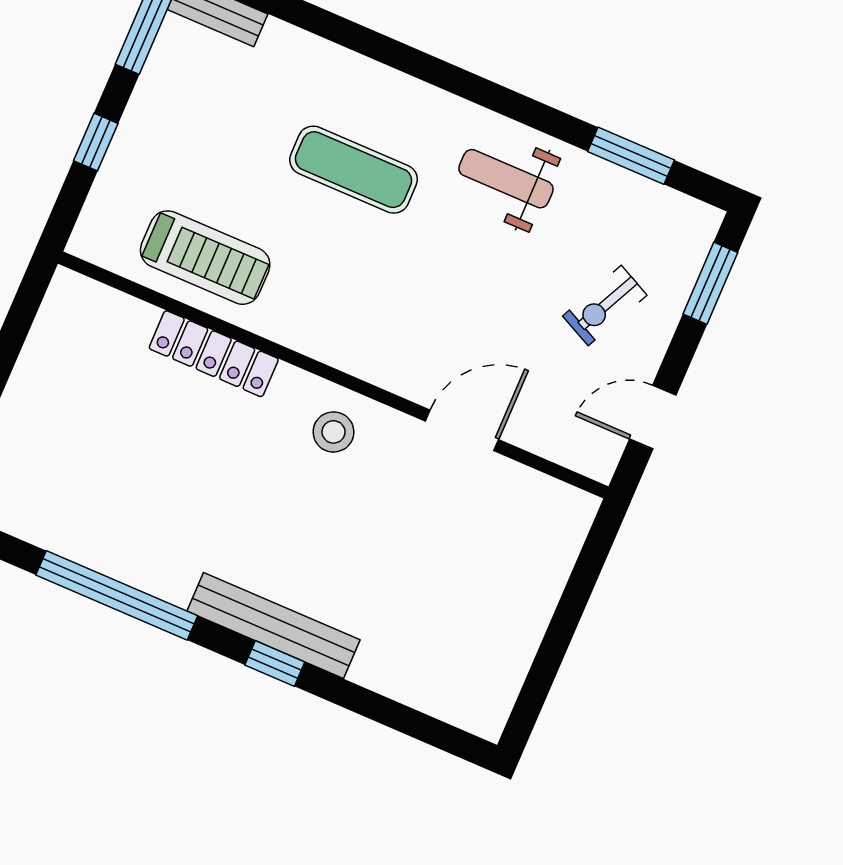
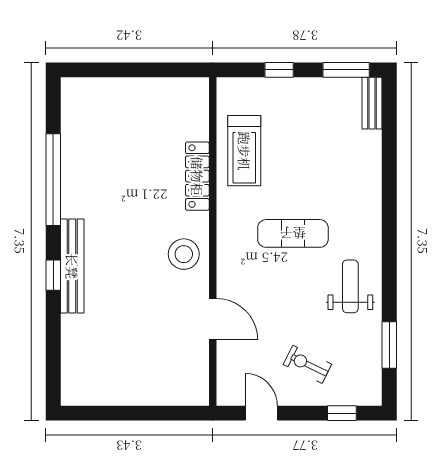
exercise mat: (354, 170) -> (293, 233), moved, turned 90
window: (710, 283) -> (342, 413), width x0.67
stool: (333, 432) -> (184, 254), width x1.38, depth x1.38

